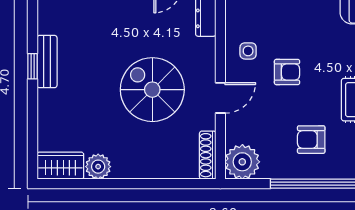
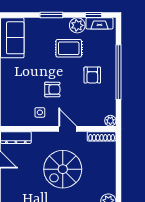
armchair: (287, 72) -> (52, 89), turned 90
plant: (242, 162) -> (110, 121), width x0.53, depth x0.53

